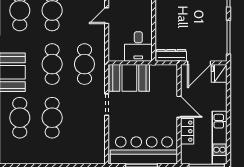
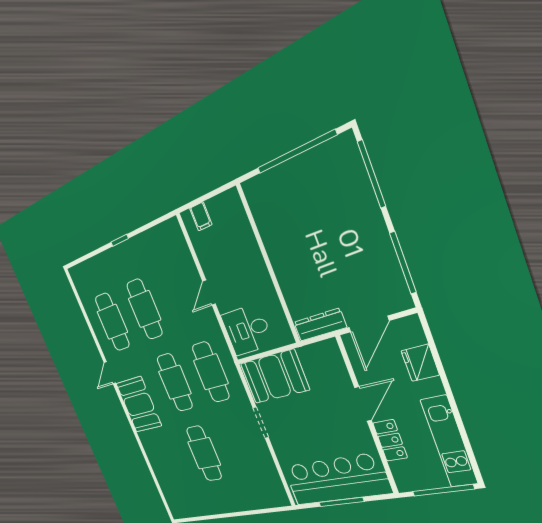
desk: (138, 46) -> (247, 330), moved, turned 90
fridge: (219, 73) -> (420, 363), moved
door: (179, 107) -> (363, 404), hinge flipped
cafe table: (20, 118) -> (170, 460), removed

